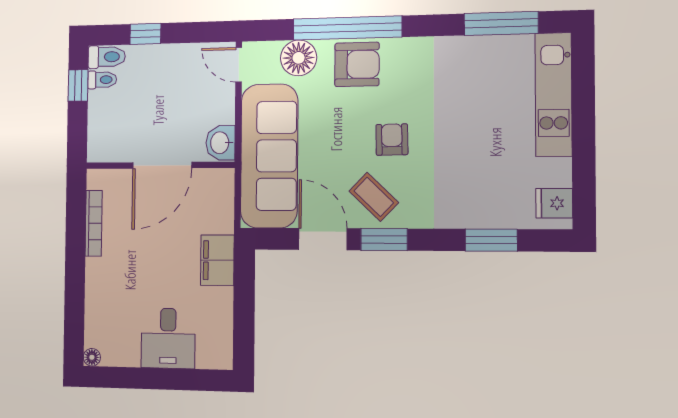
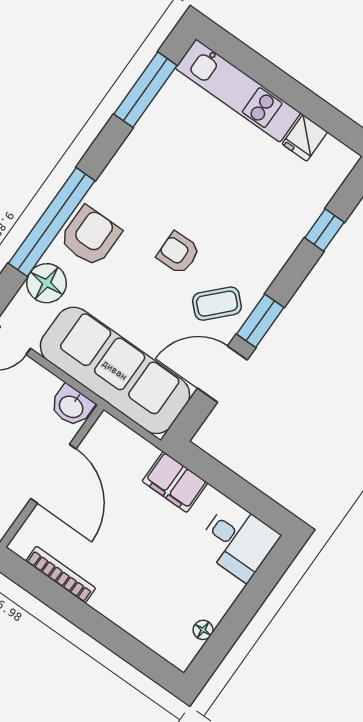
fridge: (554, 203) -> (305, 138), moved
window: (491, 240) -> (324, 230), width x0.67
desk: (168, 338) -> (238, 541), moved
floor lamp: (92, 357) -> (203, 630), moved

